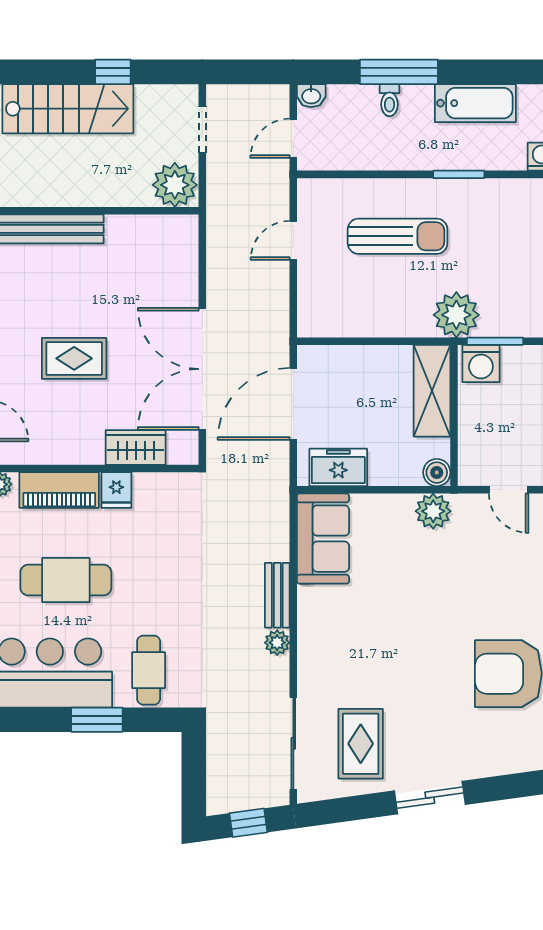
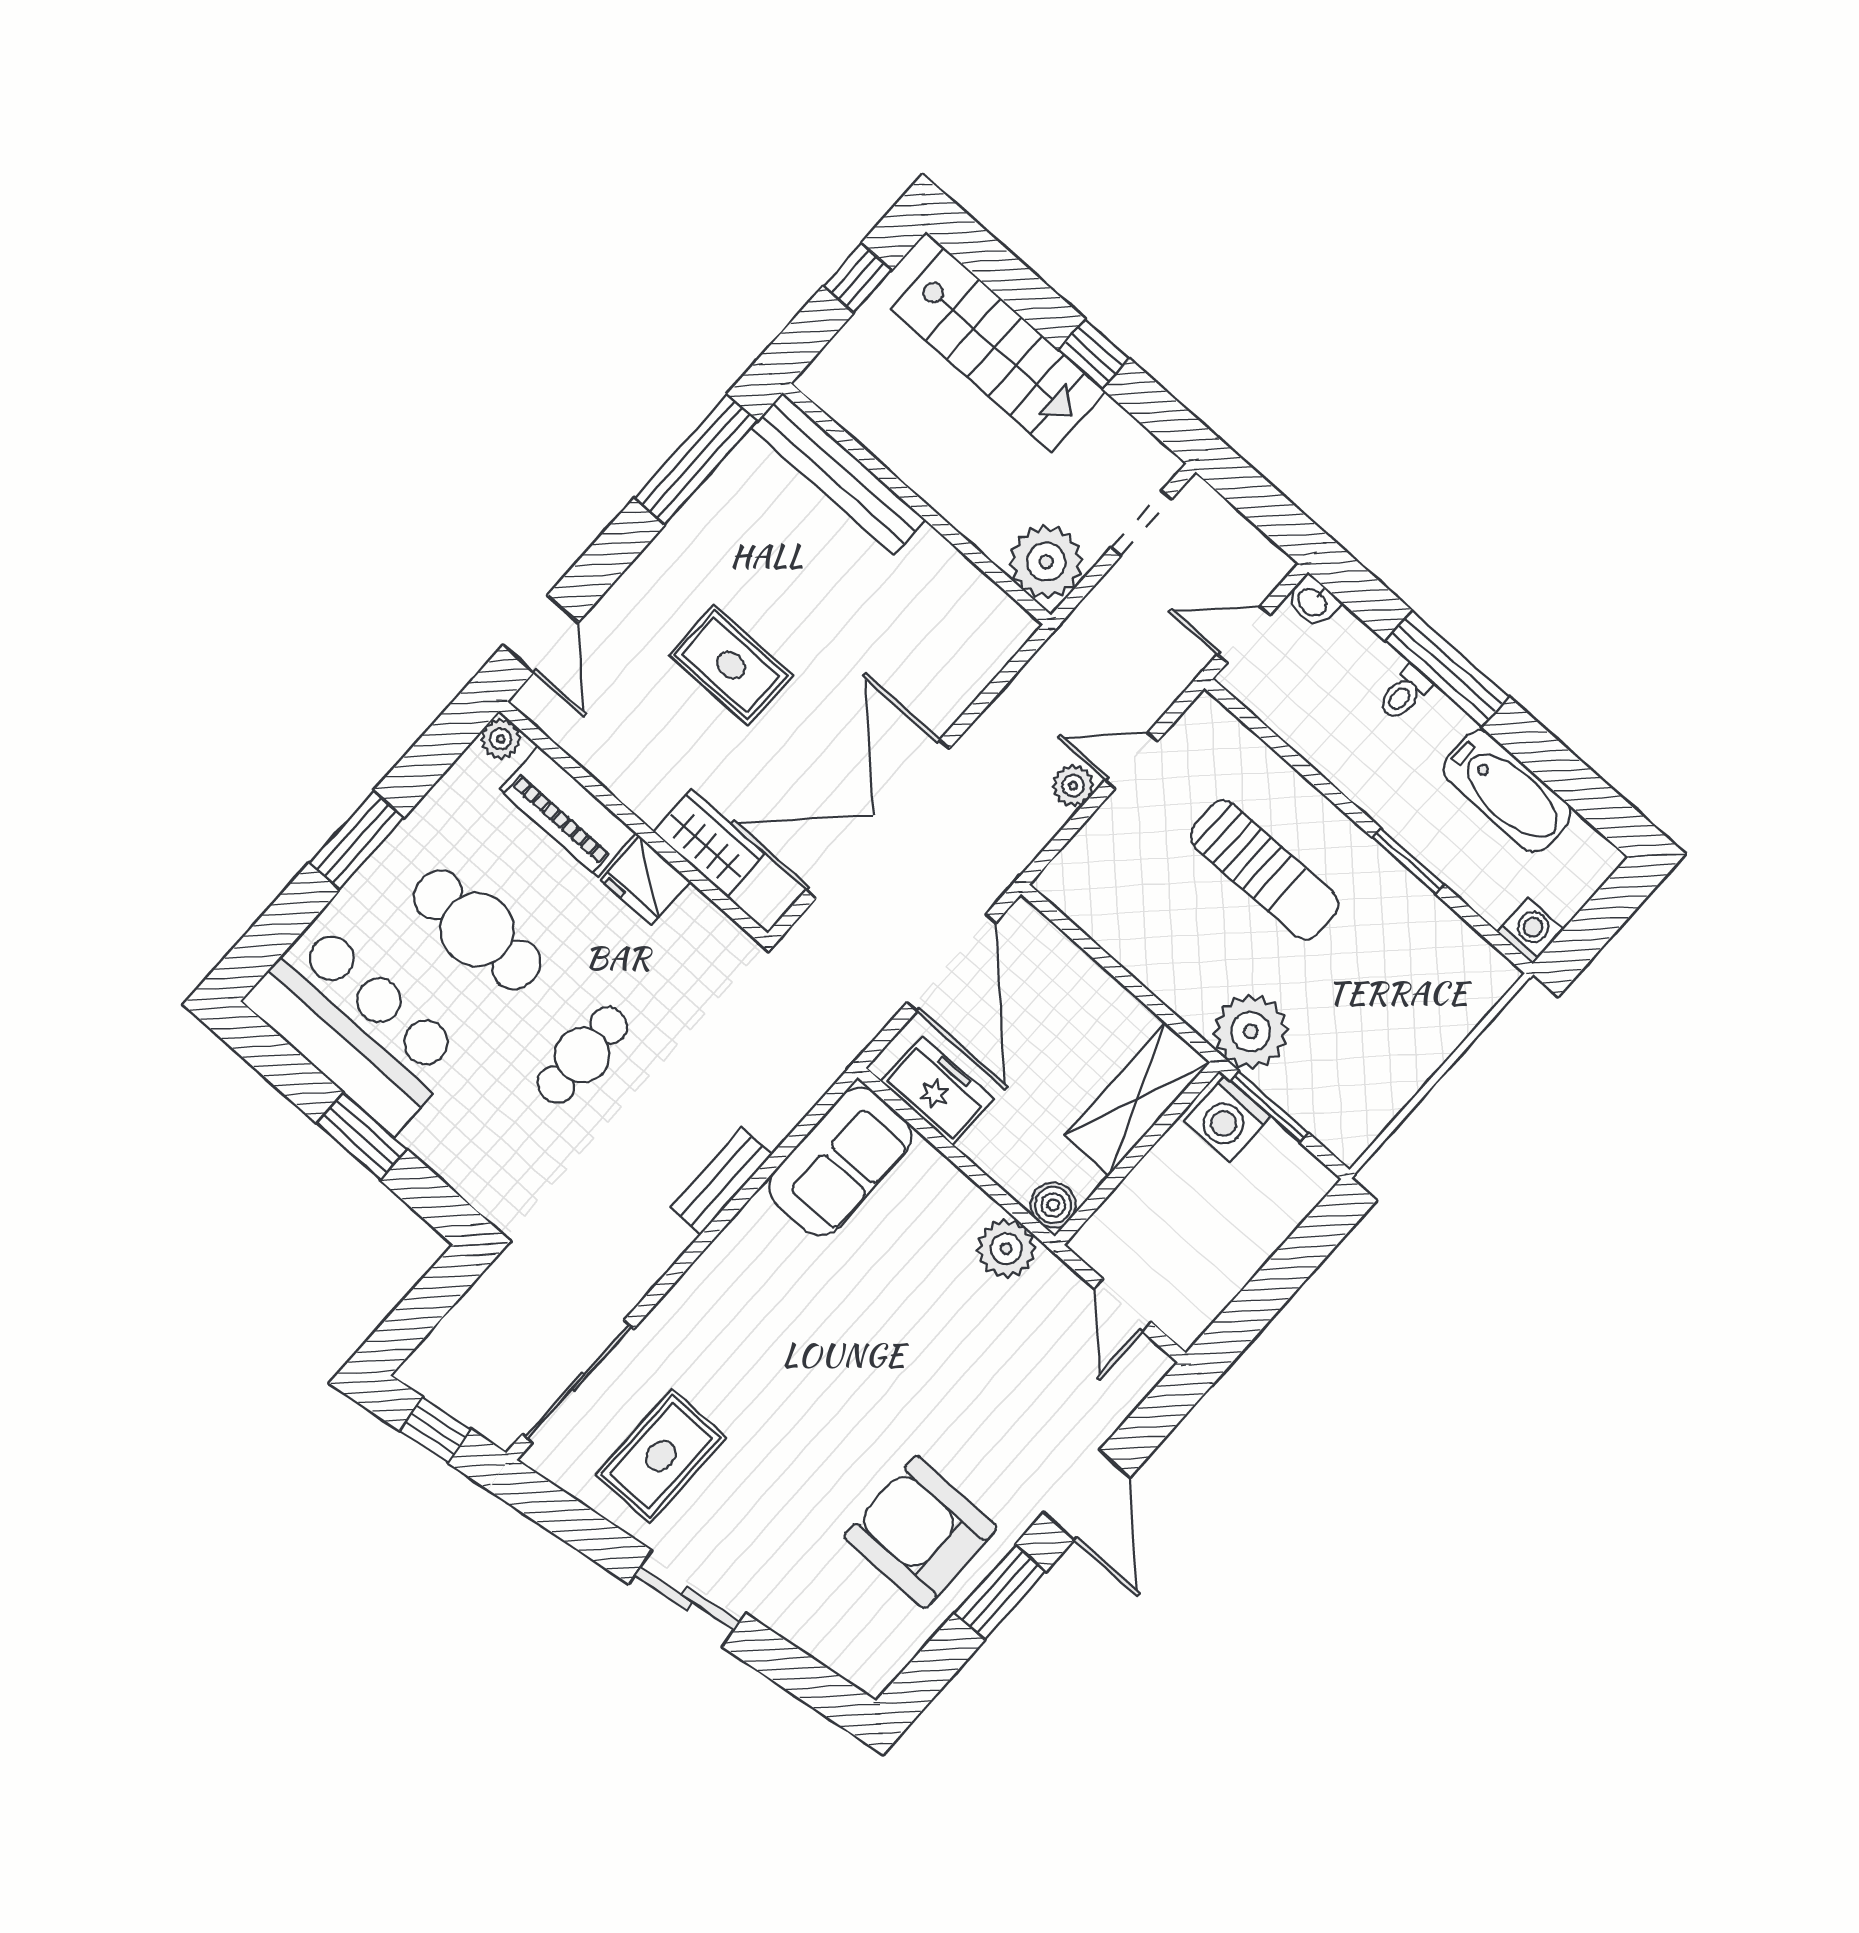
door: (293, 404) -> (951, 963), swing flipped
fridge: (116, 490) -> (646, 881), width x1.38
plant: (277, 643) -> (1073, 786), moved
cafe table: (149, 670) -> (582, 1055), moved

